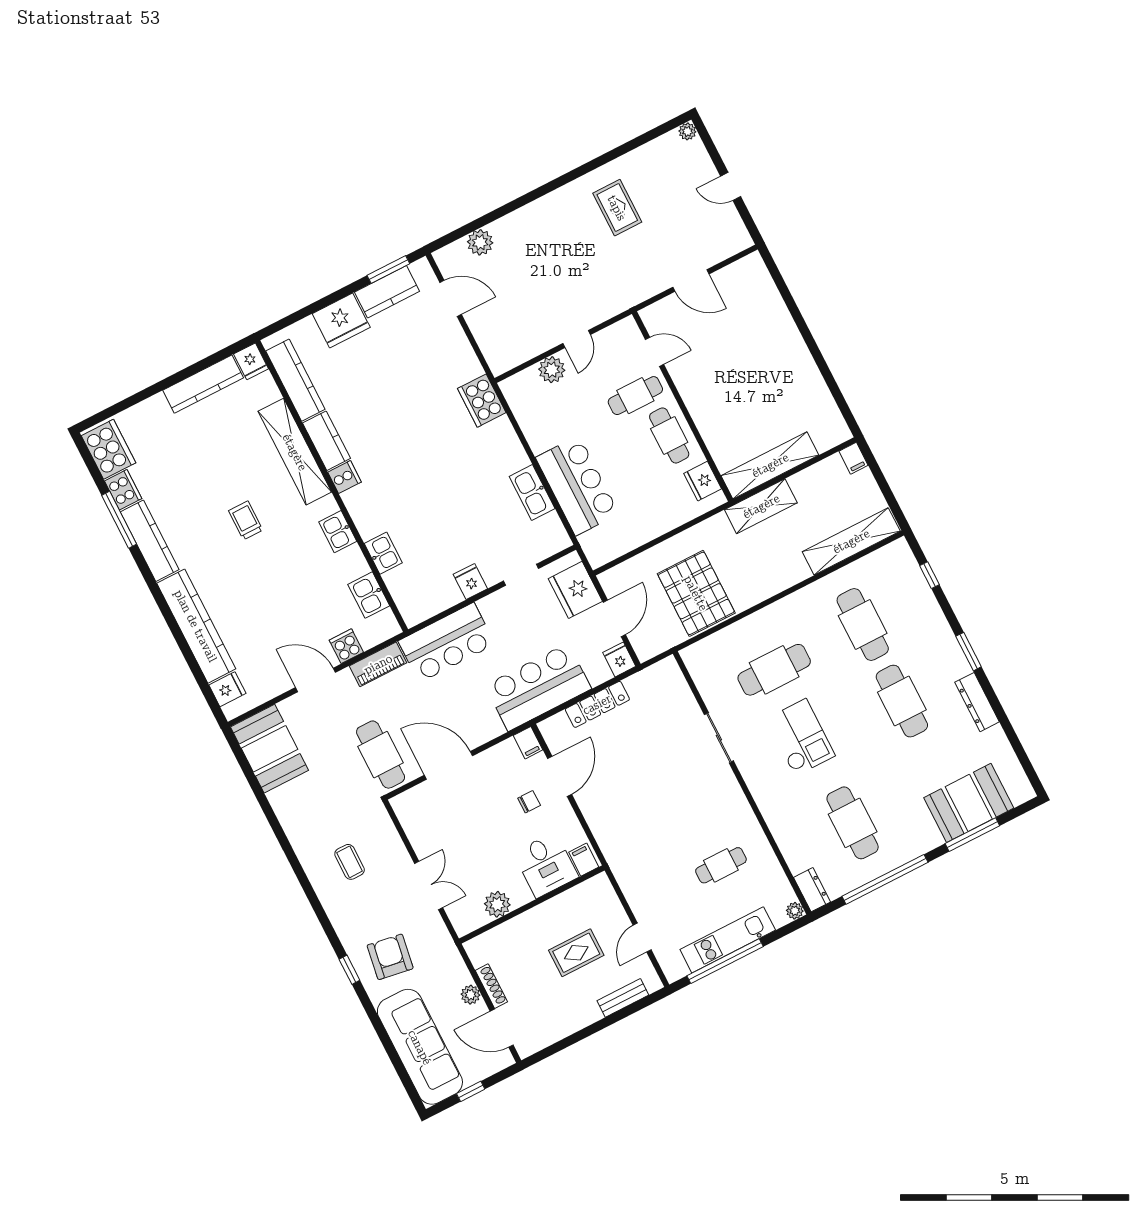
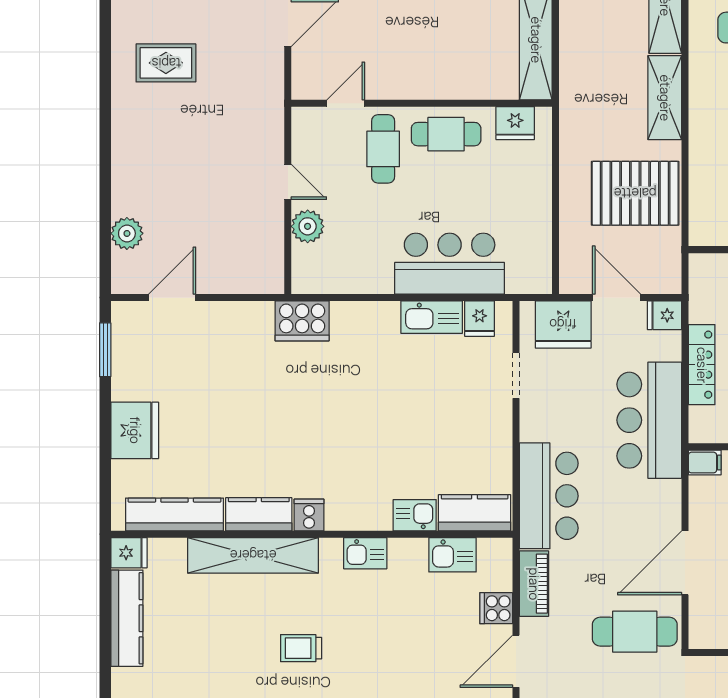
kitchen counter: (387, 292) -> (475, 513), moved, turned -90
shelving: (761, 506) -> (665, 98), moved
fridge: (470, 582) -> (480, 319), moved, turned -90

